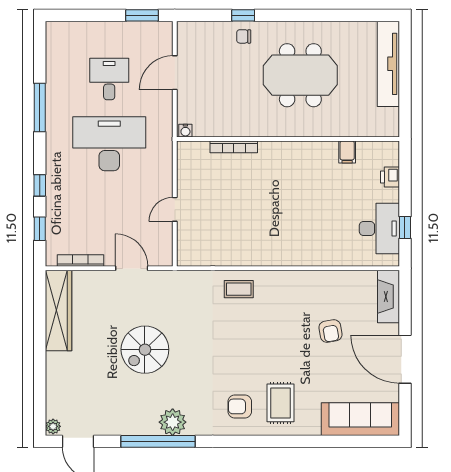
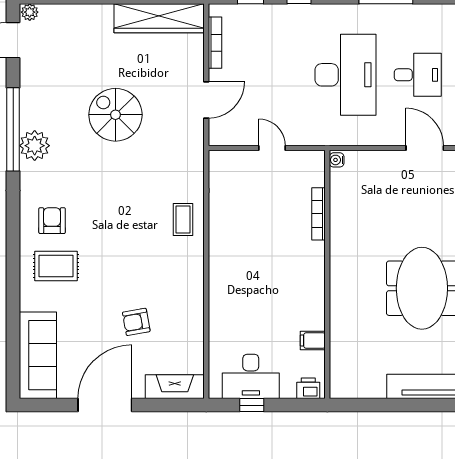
water cooler: (185, 131) -> (337, 160), moved
wall: (288, 139) -> (327, 274), moved
bookcase: (234, 147) -> (318, 214), moved
filing cabinet: (347, 152) -> (313, 340), moved

